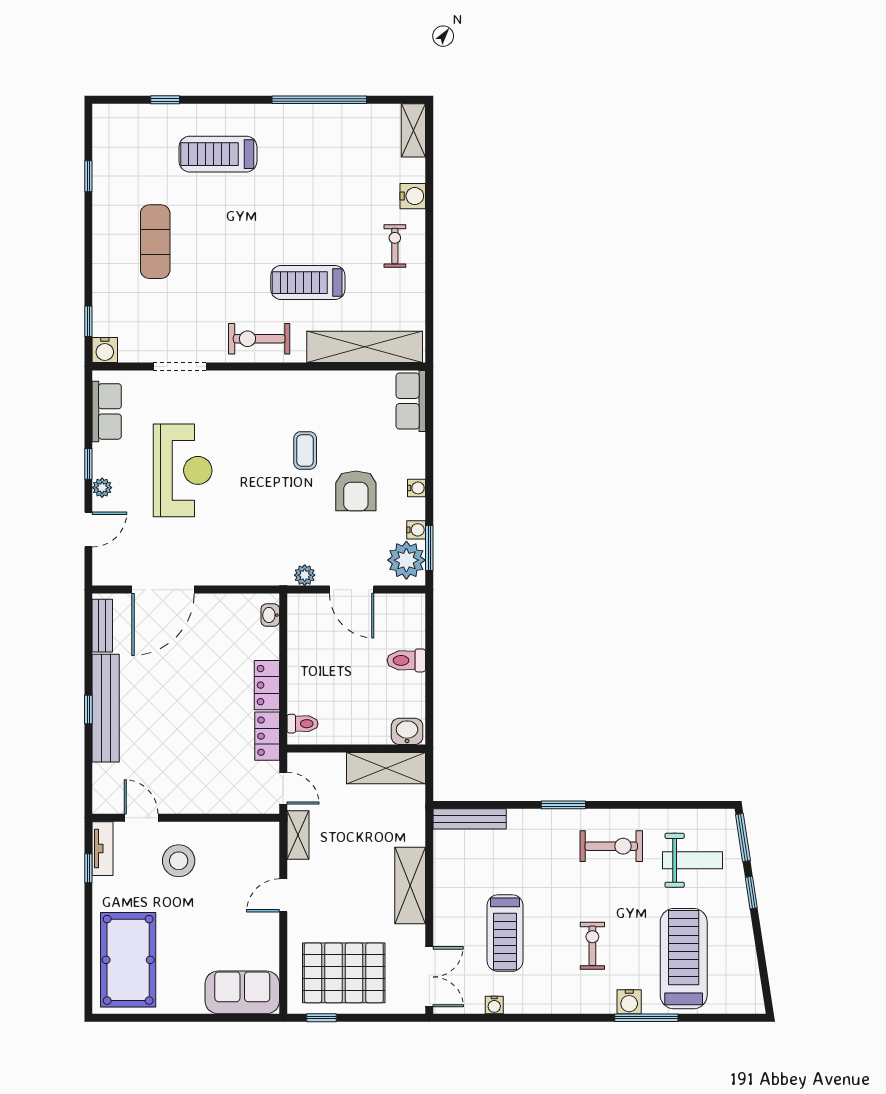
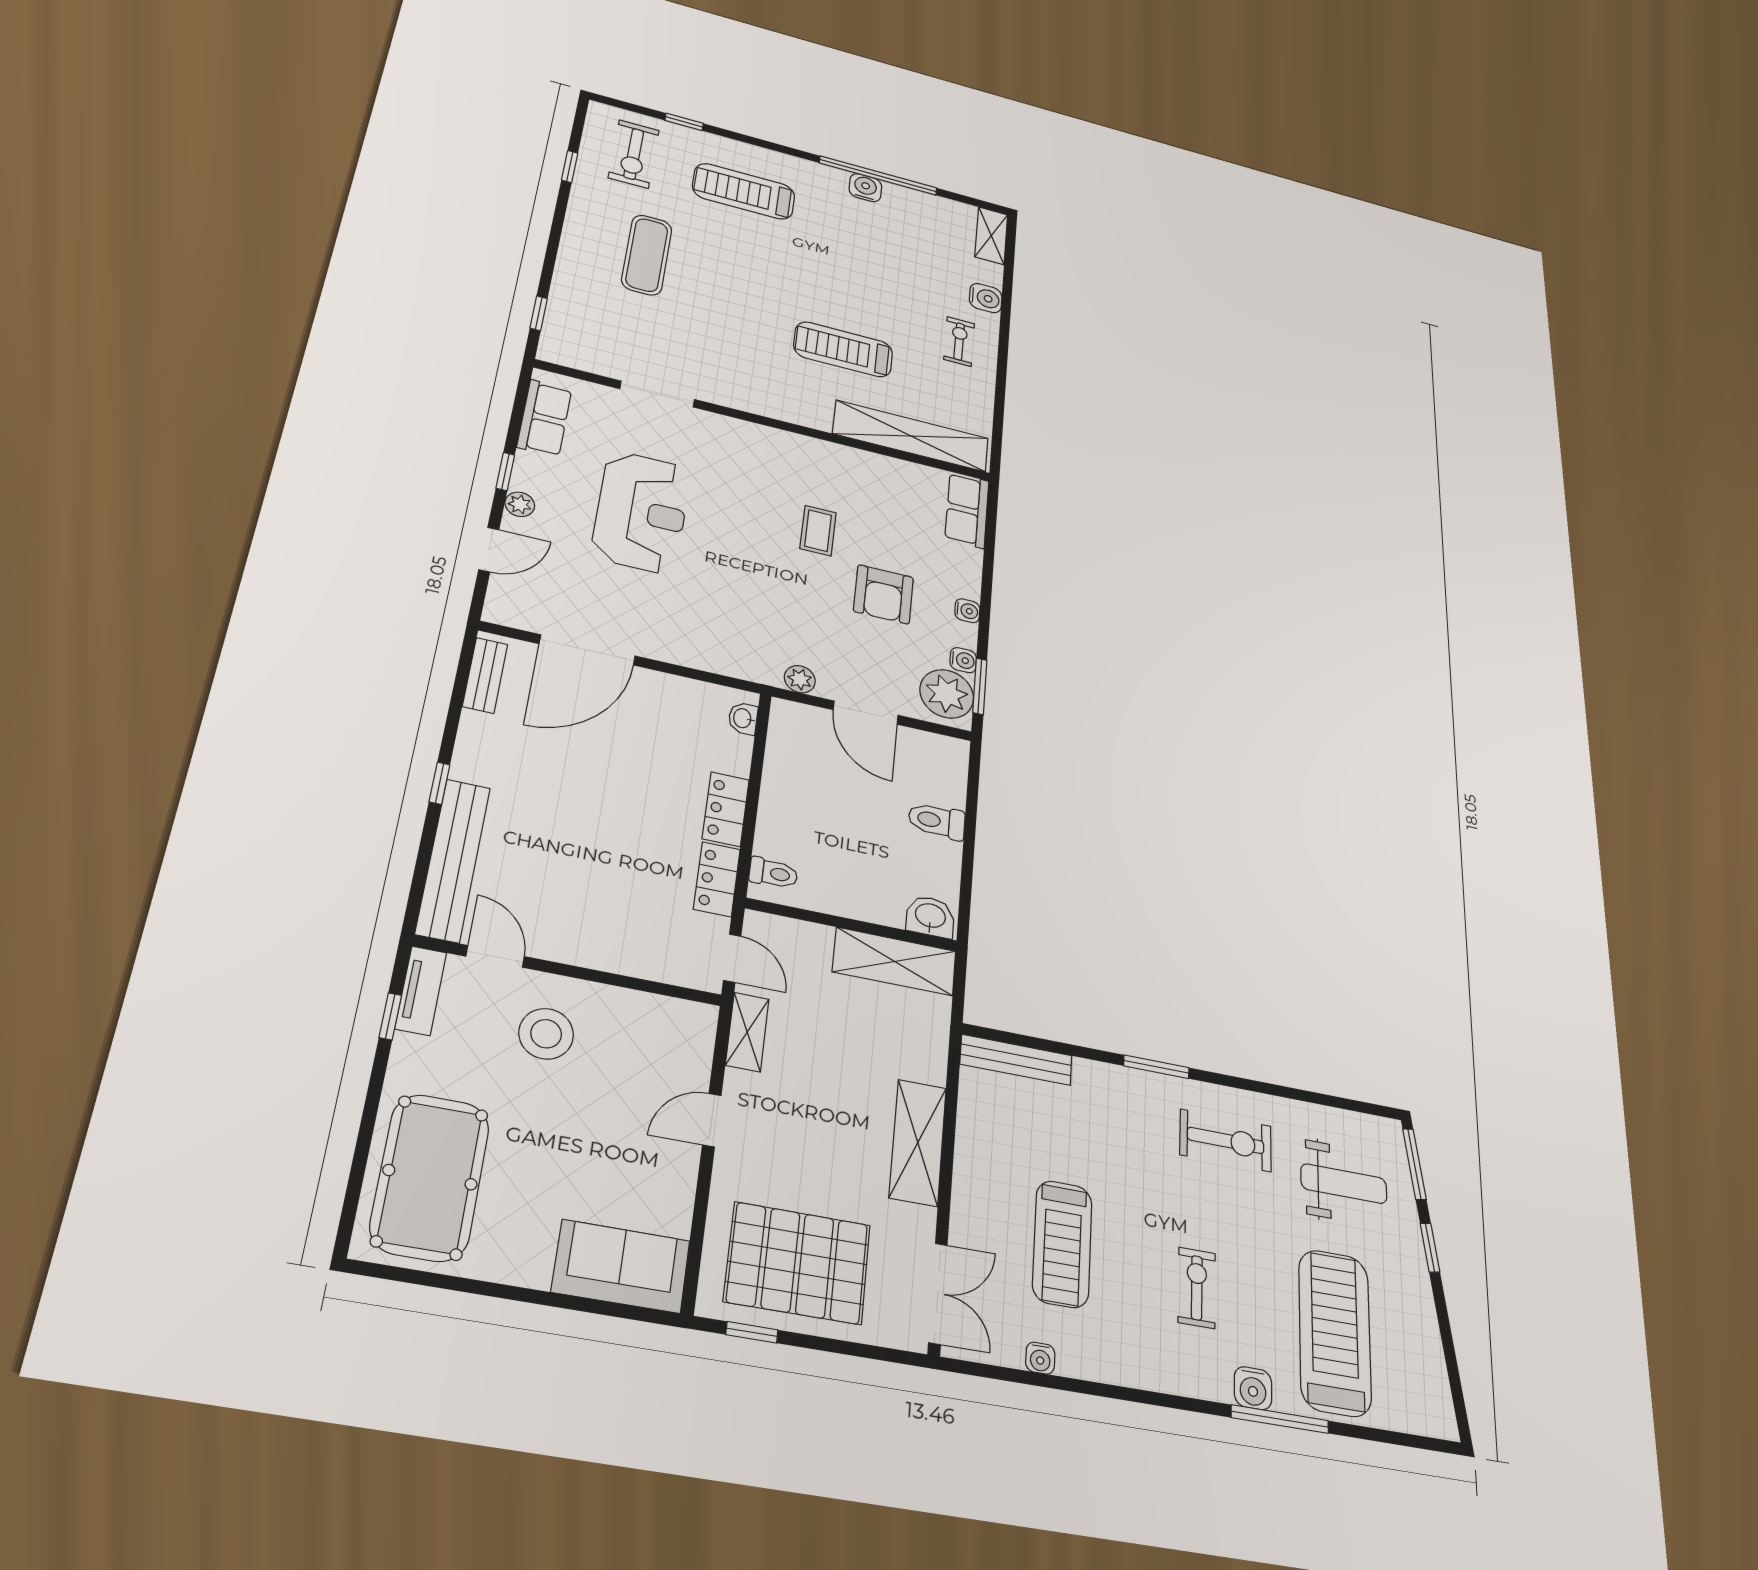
exercise bike: (259, 339) -> (634, 154), moved, turned -90
water cooler: (105, 350) -> (865, 188), moved, turned 180
bench: (106, 708) -> (453, 860), moved

